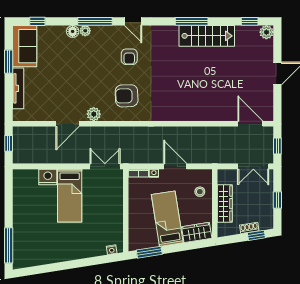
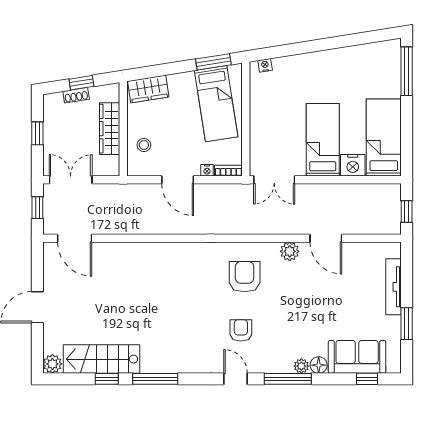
window: (250, 21) -> (107, 379), moved
stairs: (207, 36) -> (101, 359), moved
sofa: (25, 46) -> (357, 357), moved, turned 90
armchair: (127, 96) -> (245, 277), turned -88
door: (67, 124) -> (326, 238), swing flipped
bed: (25, 197) -> (384, 137), added
bed: (167, 219) -> (216, 104), moved
window: (256, 235) -> (81, 83), moved

